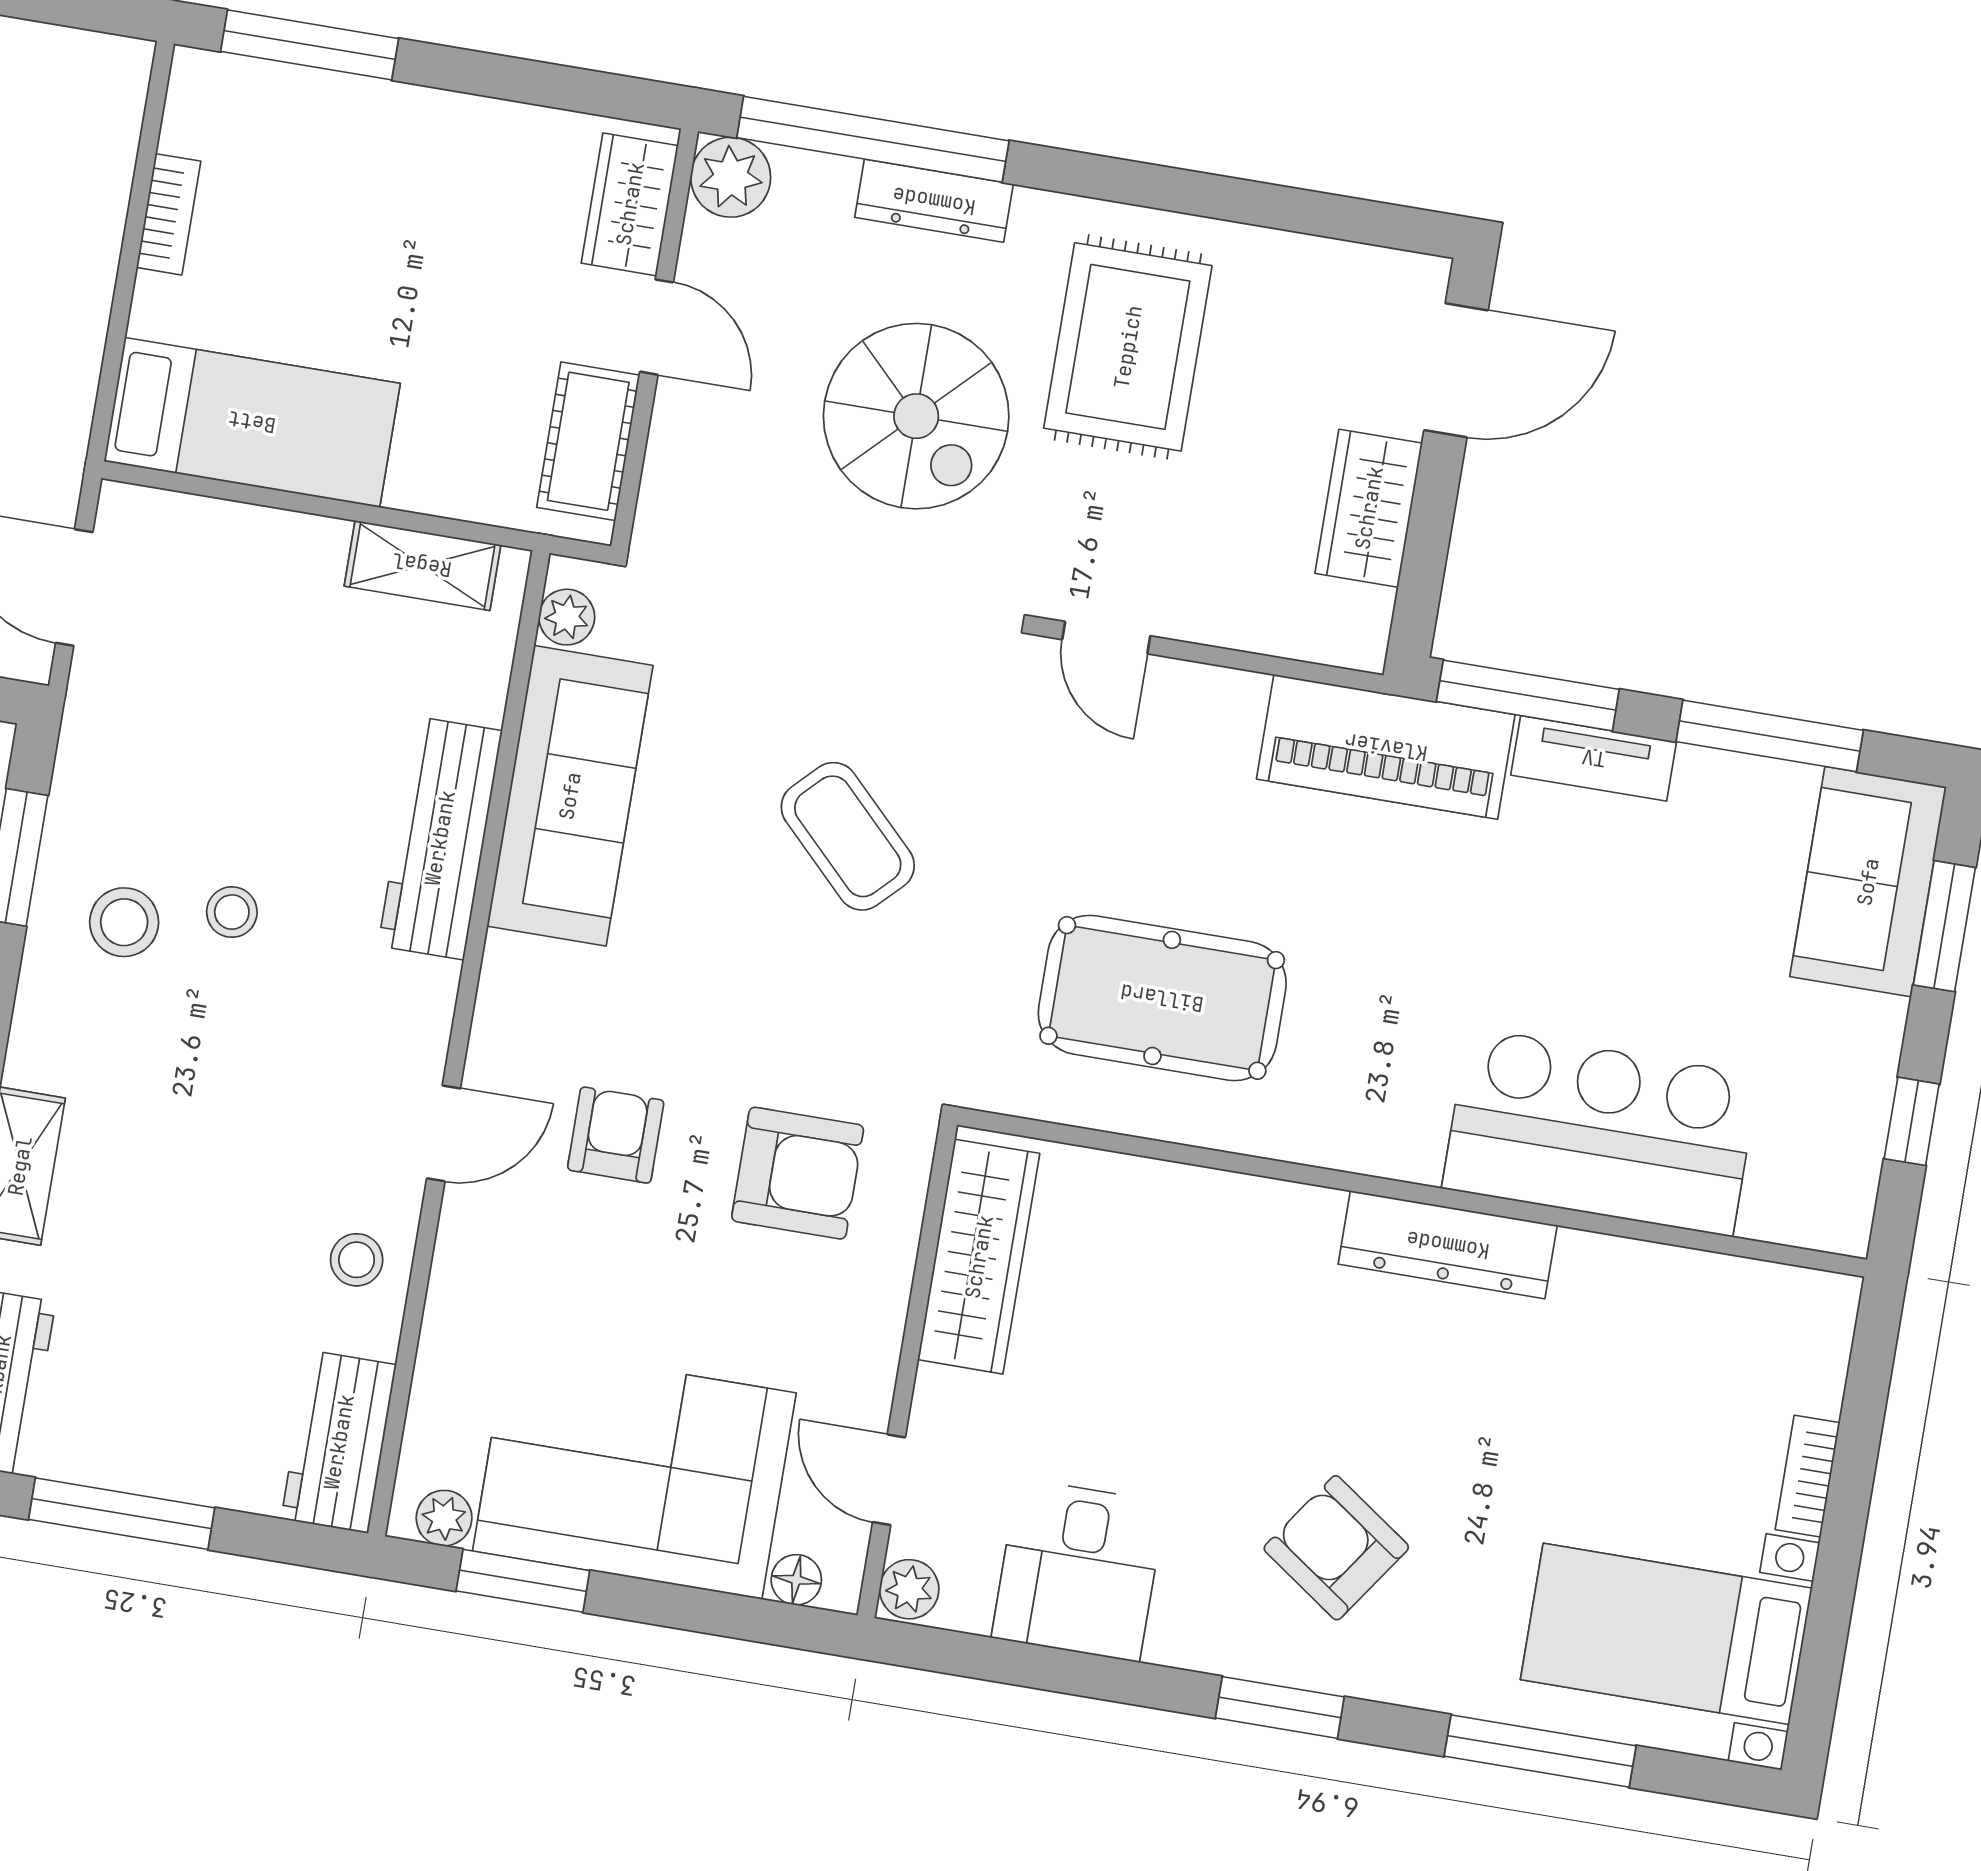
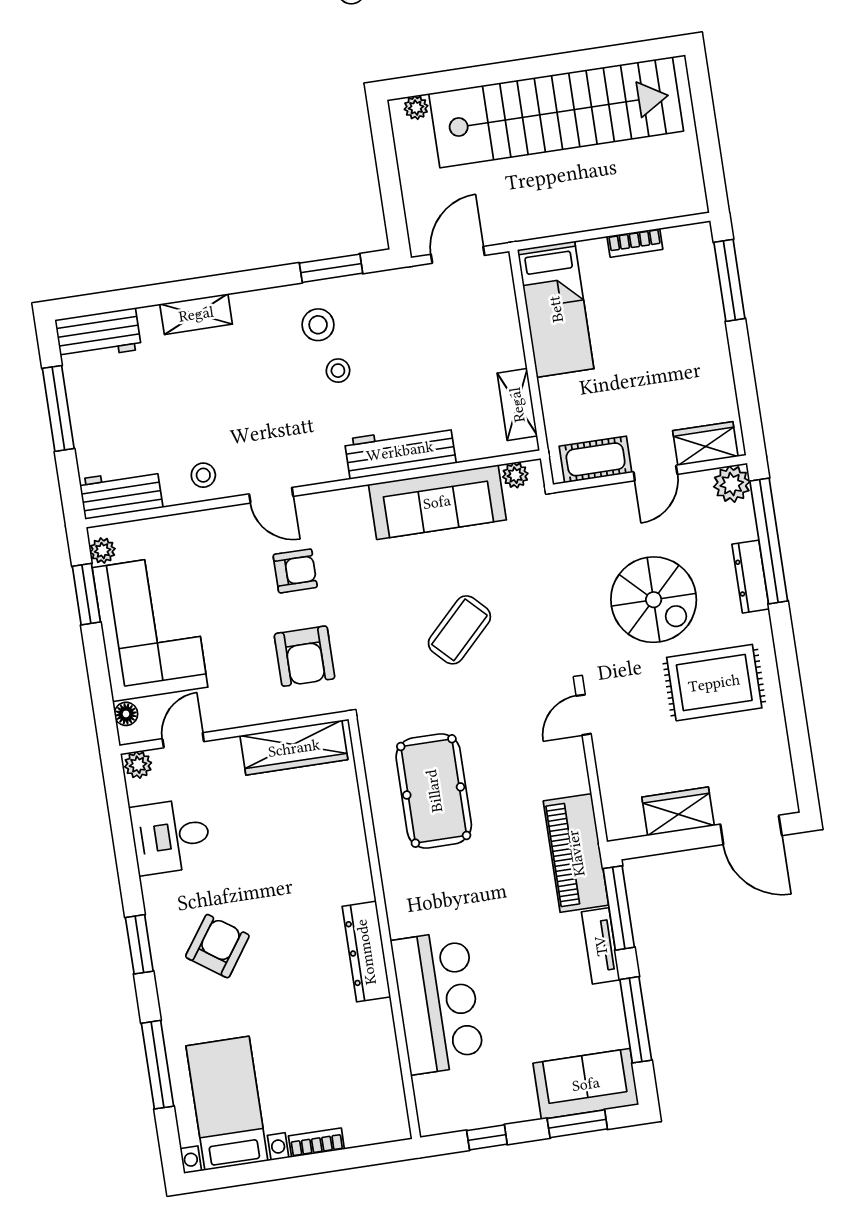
spiral stairs: (916, 416) -> (654, 600), turned -90

